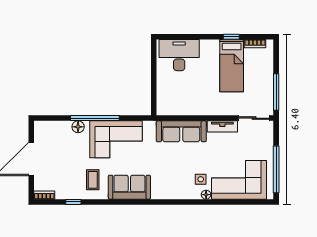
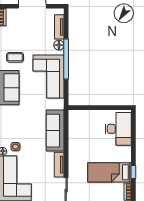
tv unit: (56, 126) -> (59, 27), added

